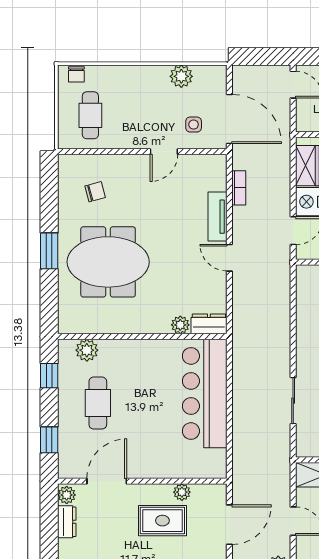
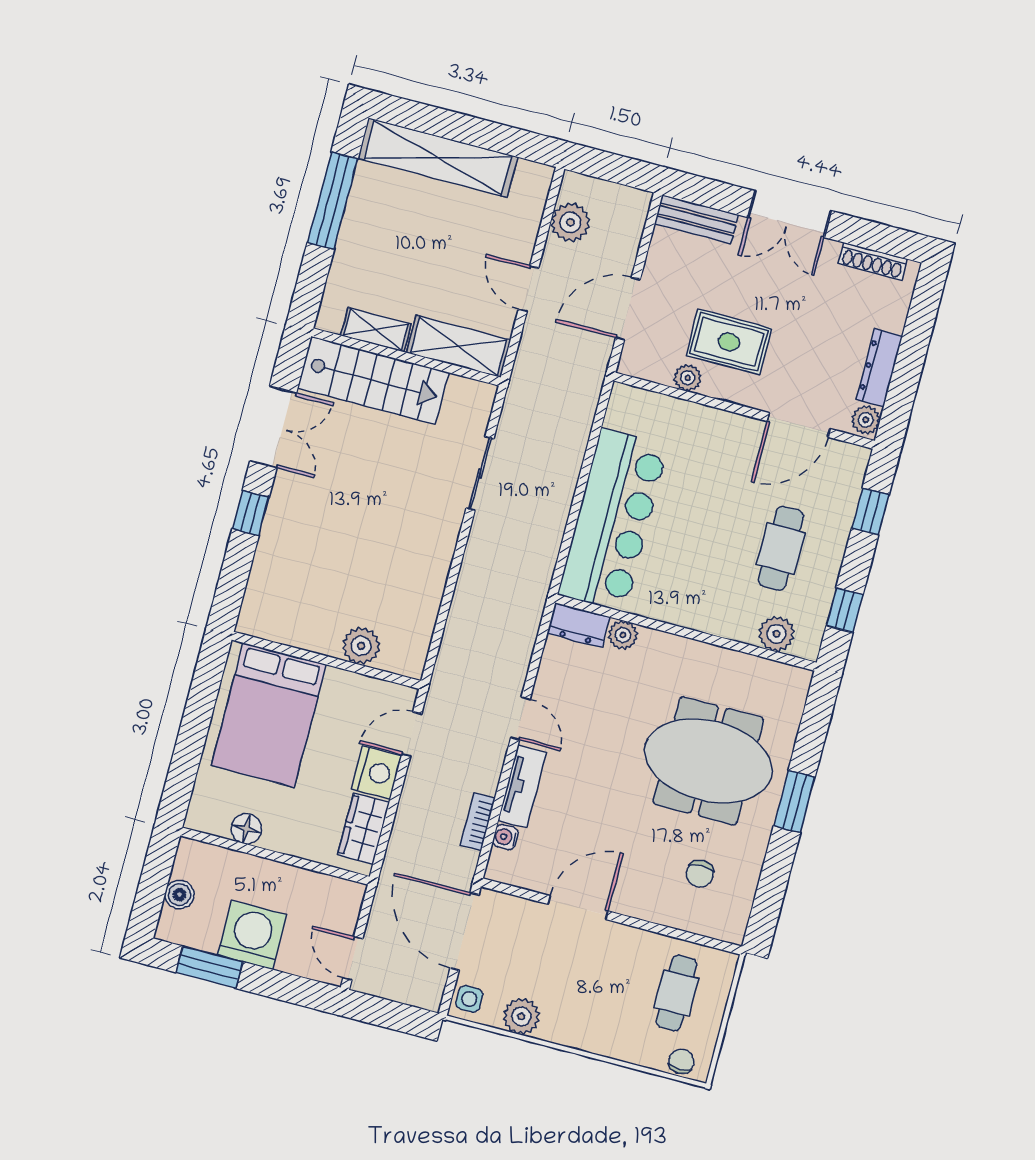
side table: (194, 125) -> (469, 999), moved
door: (164, 152) -> (578, 908), width x1.38
water cooler: (220, 183) -> (505, 837), added
chair: (95, 192) -> (700, 874), turned -75
dresser: (67, 522) -> (879, 368), width x1.44

